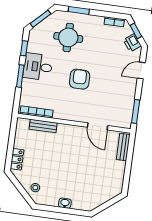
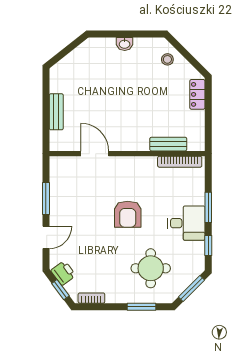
window: (136, 112) -> (46, 199), moved
bench: (123, 147) -> (56, 112), moved

